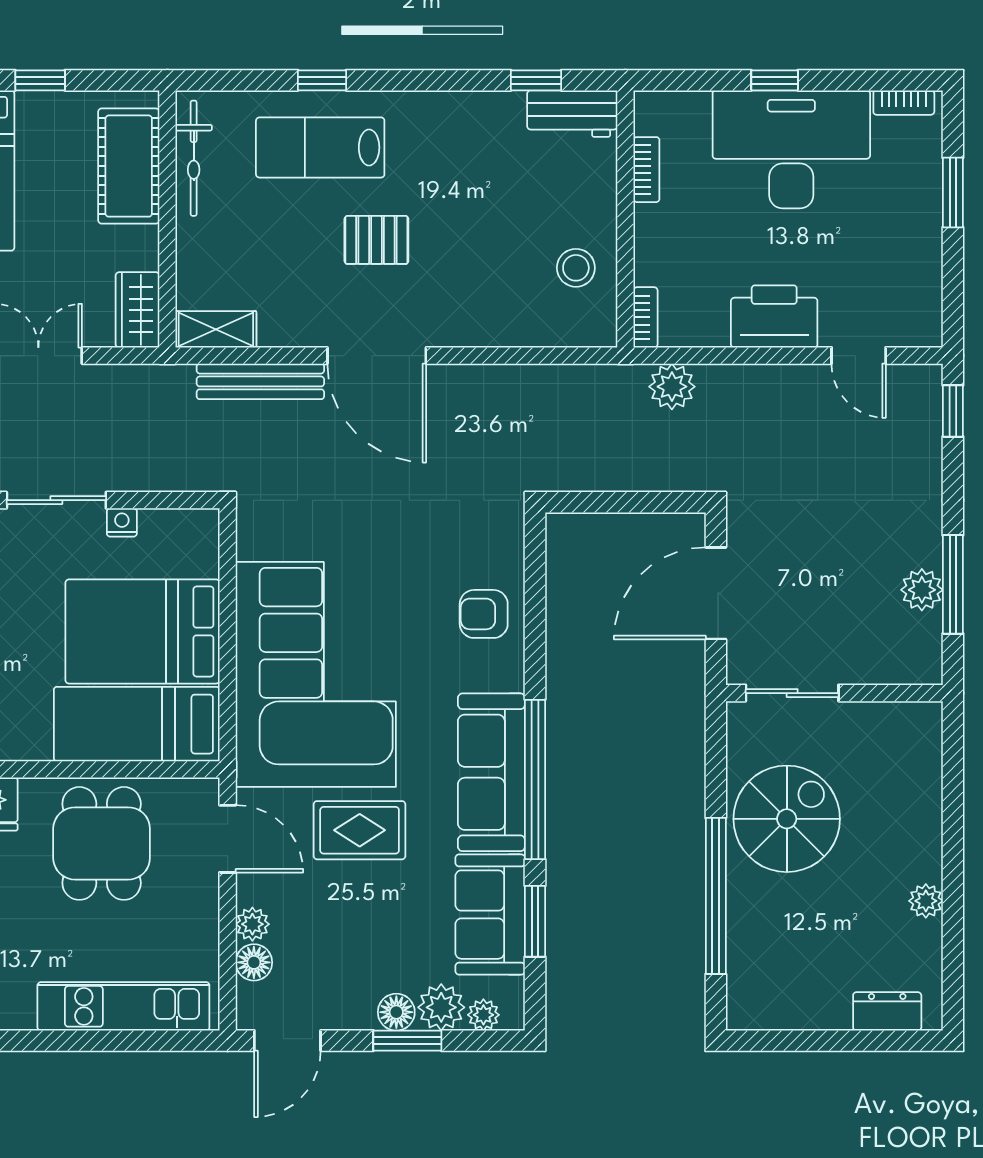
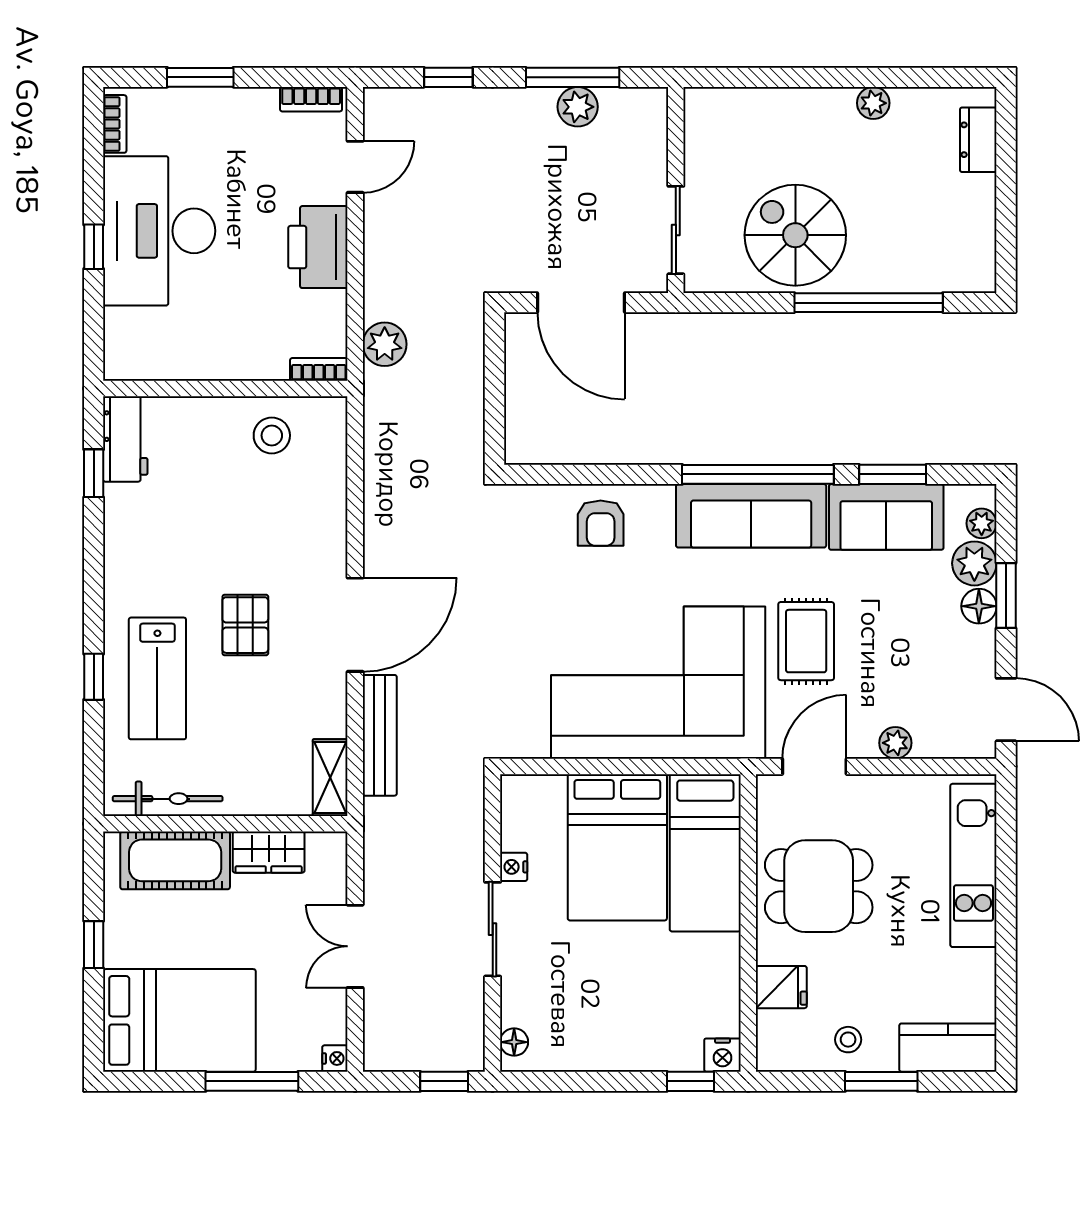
bookcase: (646, 170) -> (311, 99), moved, turned 180
wardrobe: (137, 310) -> (269, 852), moved
window: (953, 411) -> (448, 77), moved
floor lamp: (254, 962) -> (932, 741), removed

